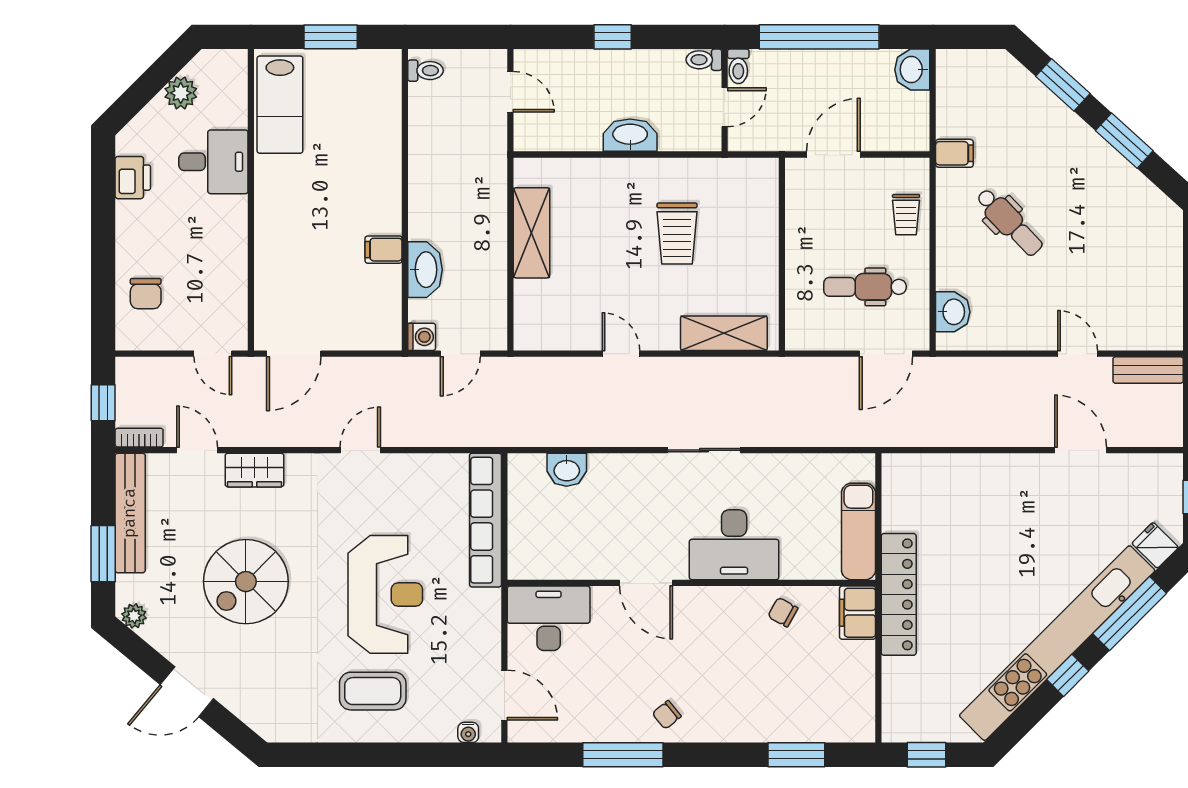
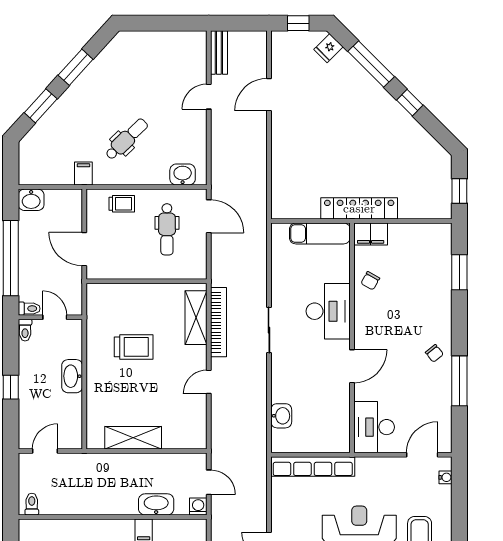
bookcase: (717, 369) -> (218, 322), added
kitchen unit: (1057, 643) -> (390, 109), removed

